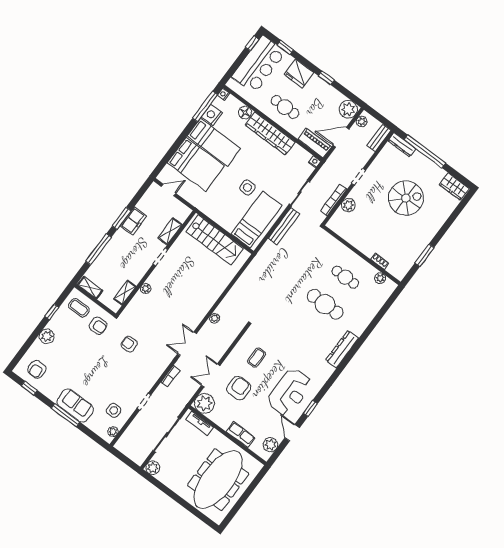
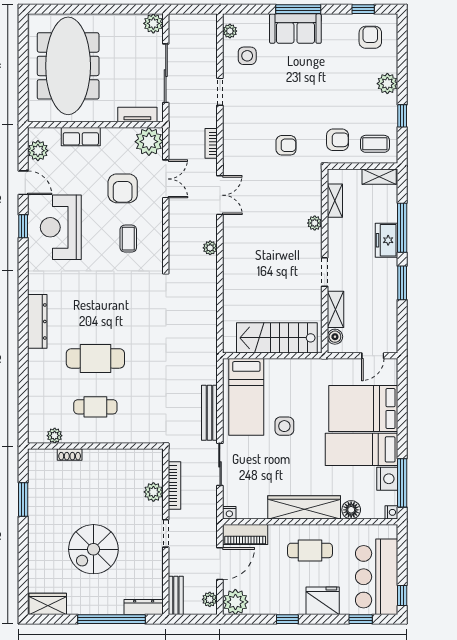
boiler: (182, 216) -> (335, 337), added
freezer: (133, 221) -> (387, 240), moved
armchair: (98, 326) -> (338, 140), turned 180

